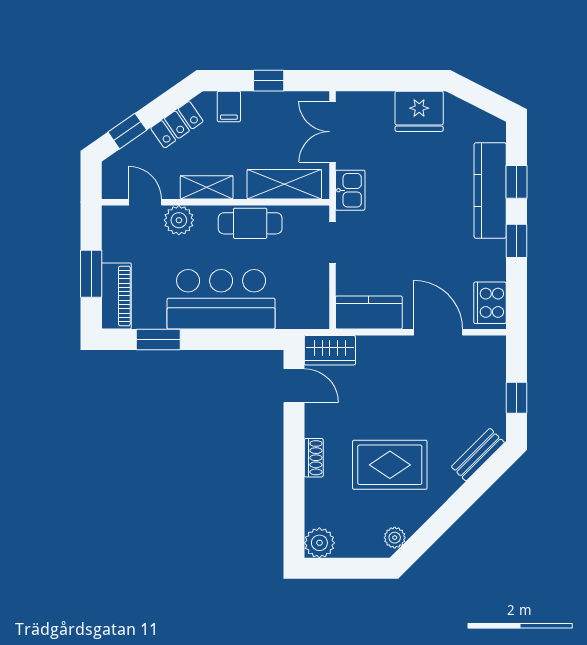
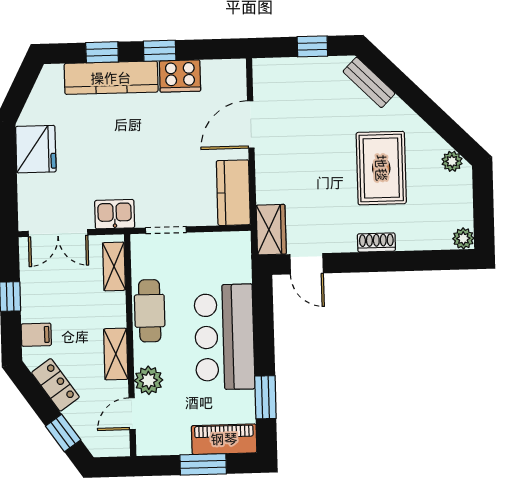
shelving: (284, 184) -> (114, 266), width x0.67, depth x0.75
cooker: (490, 303) -> (180, 76), moved
door: (294, 386) -> (307, 264), swing flipped
plant: (319, 543) -> (463, 238), width x0.73, depth x0.73

